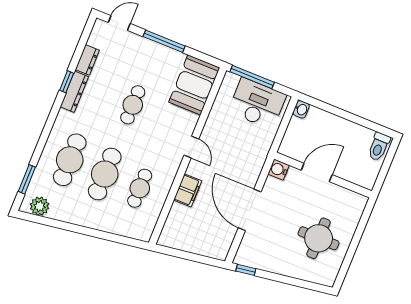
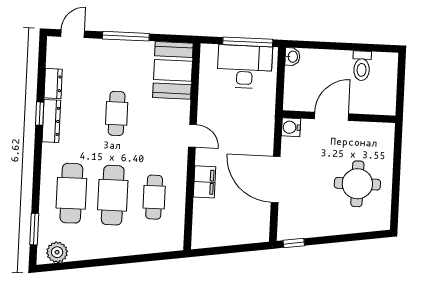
window: (252, 77) -> (248, 42), moved
toilet: (379, 147) -> (362, 66), moved

